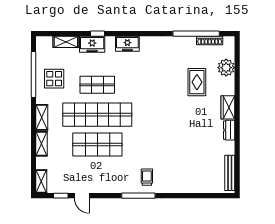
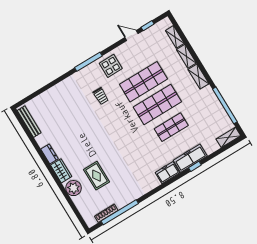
shelving: (66, 42) -> (228, 137), moved
freezer: (92, 44) -> (190, 158), width x1.40
plant: (226, 68) -> (73, 188), moved
display table: (54, 79) -> (111, 66), moved
shop shelf: (97, 115) -> (157, 104), width x0.71
trolley: (147, 177) -> (101, 96), moved
shelving: (41, 181) -> (175, 37), moved

